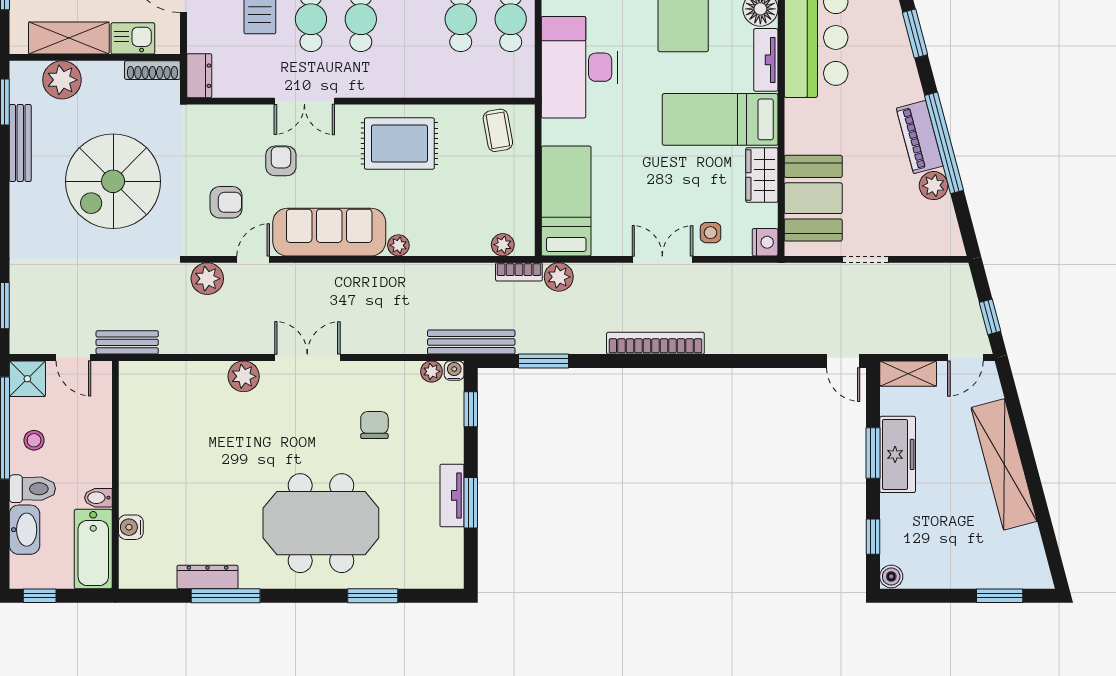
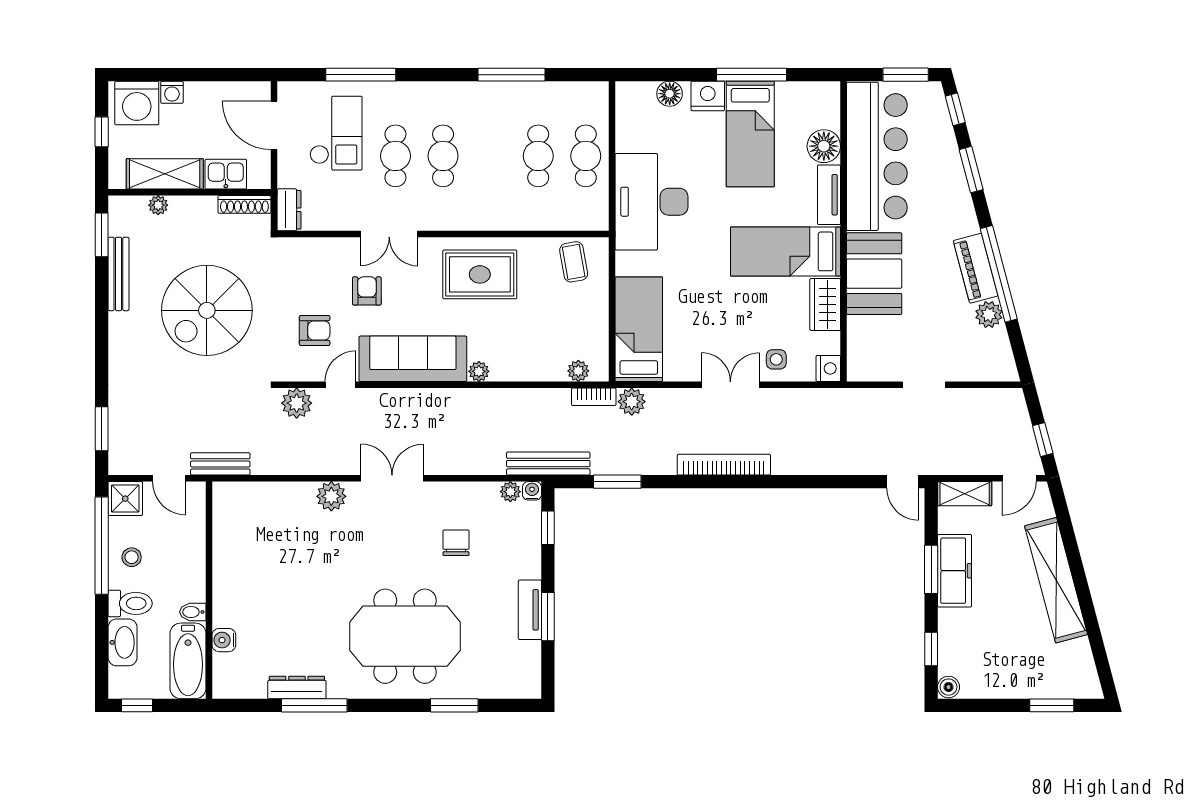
plant: (62, 80) -> (158, 205), width x0.53, depth x0.53
booth: (813, 198) -> (874, 274), moved

